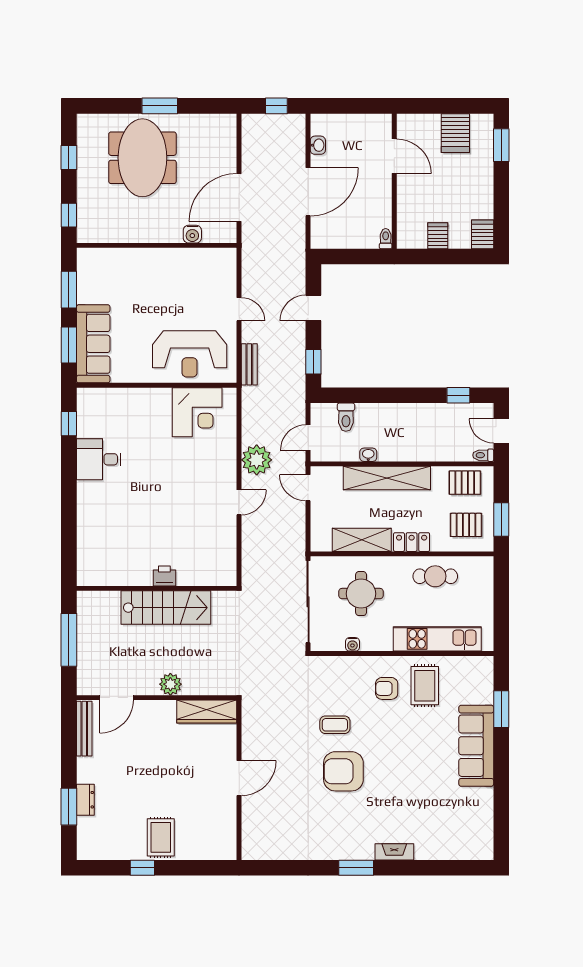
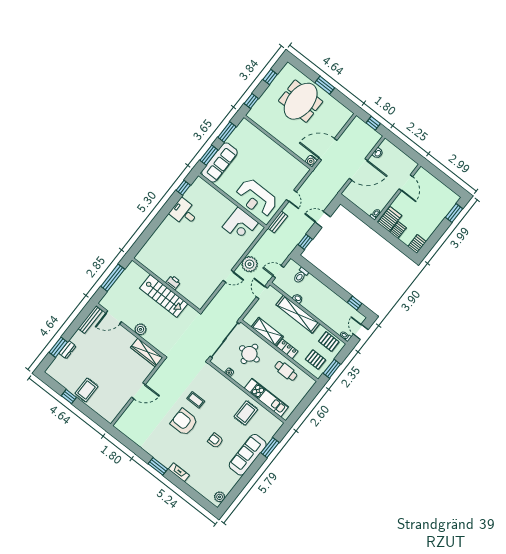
server rack: (455, 133) -> (390, 219), moved, turned 180
water cooler: (192, 234) -> (311, 161), moved
armchair: (387, 688) -> (215, 441), moved
plant: (484, 841) -> (220, 497), added

